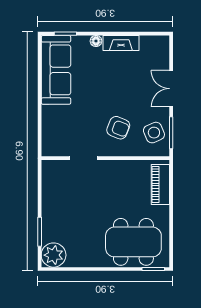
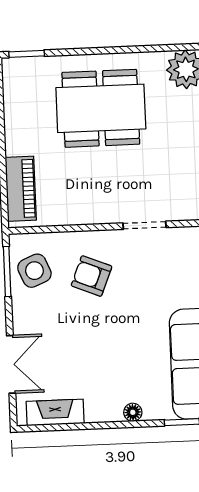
fireplace: (121, 43) -> (55, 412), moved
double door: (171, 89) -> (11, 364), moved
dining table: (133, 242) -> (101, 108), moved

